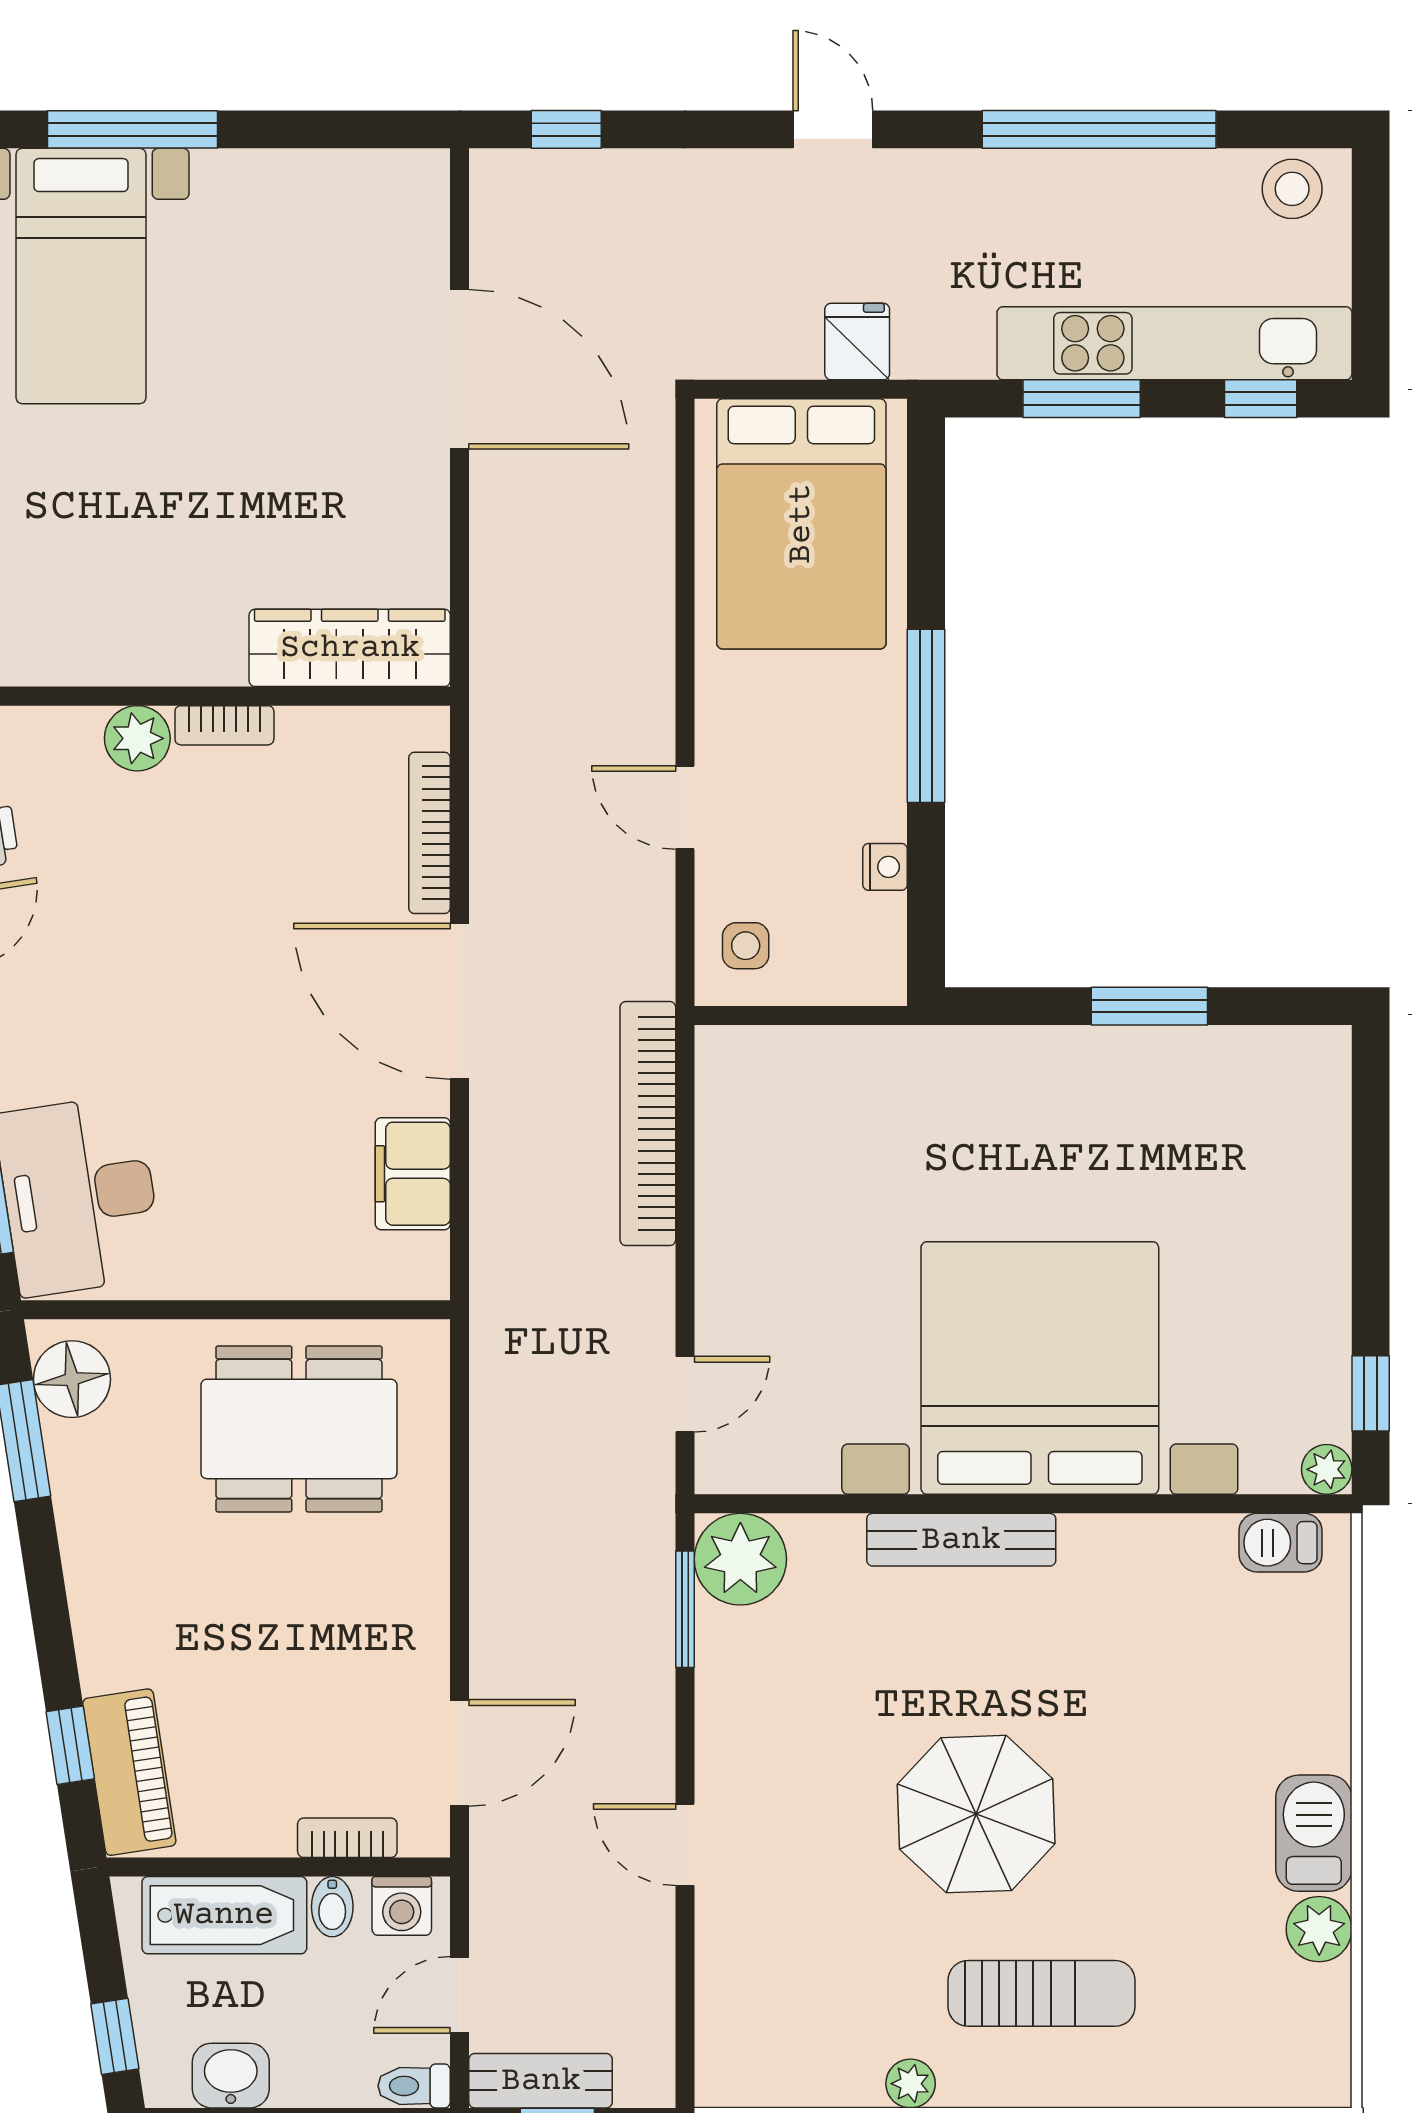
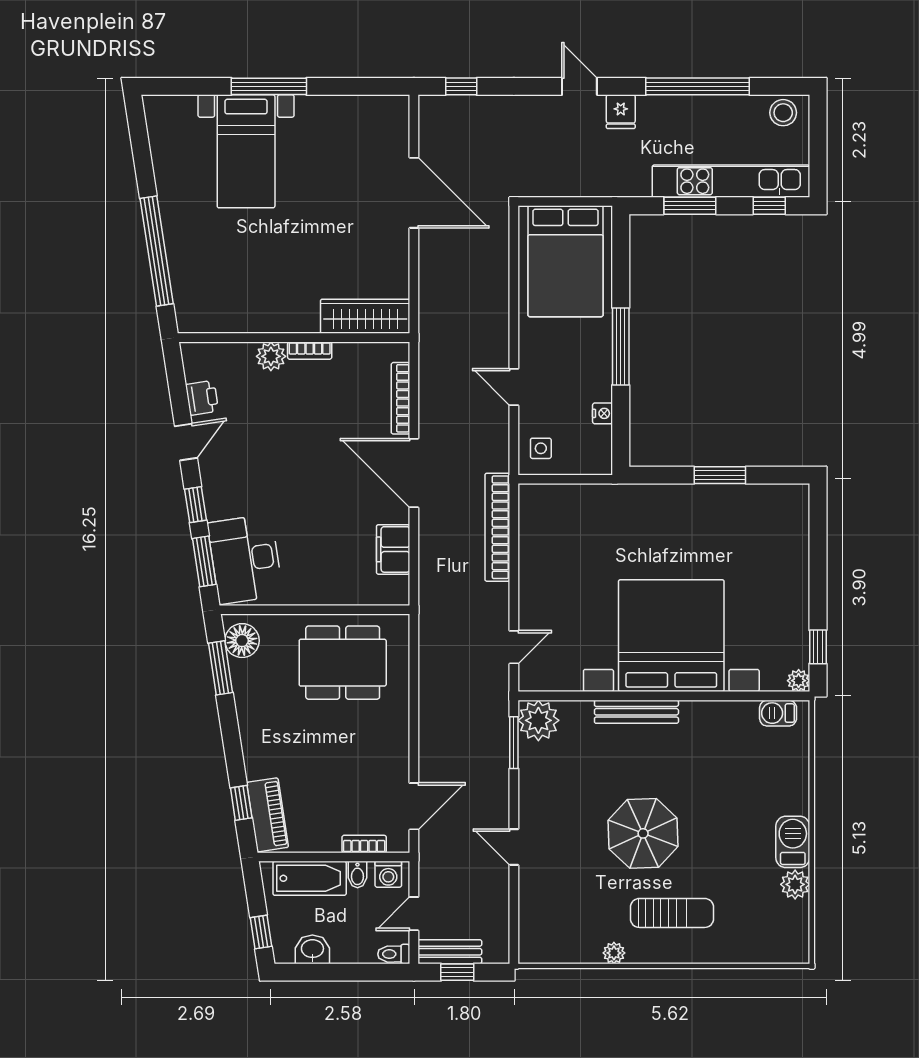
fridge: (857, 342) -> (621, 112), moved, turned 180

